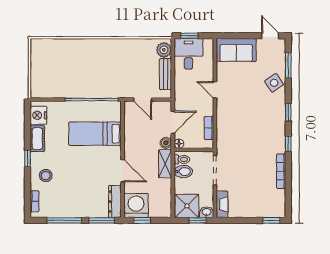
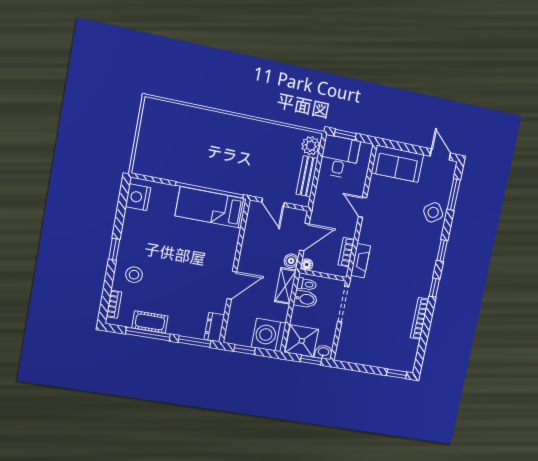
bed: (95, 134) -> (211, 207), moved
cot: (37, 139) -> (150, 322), moved, turned 90
door: (123, 171) -> (232, 285), hinge flipped
dresser: (115, 202) -> (214, 327), width x0.70
fireplace: (222, 204) -> (361, 261), moved
washing machine: (136, 206) -> (269, 335), moved, turned -90

